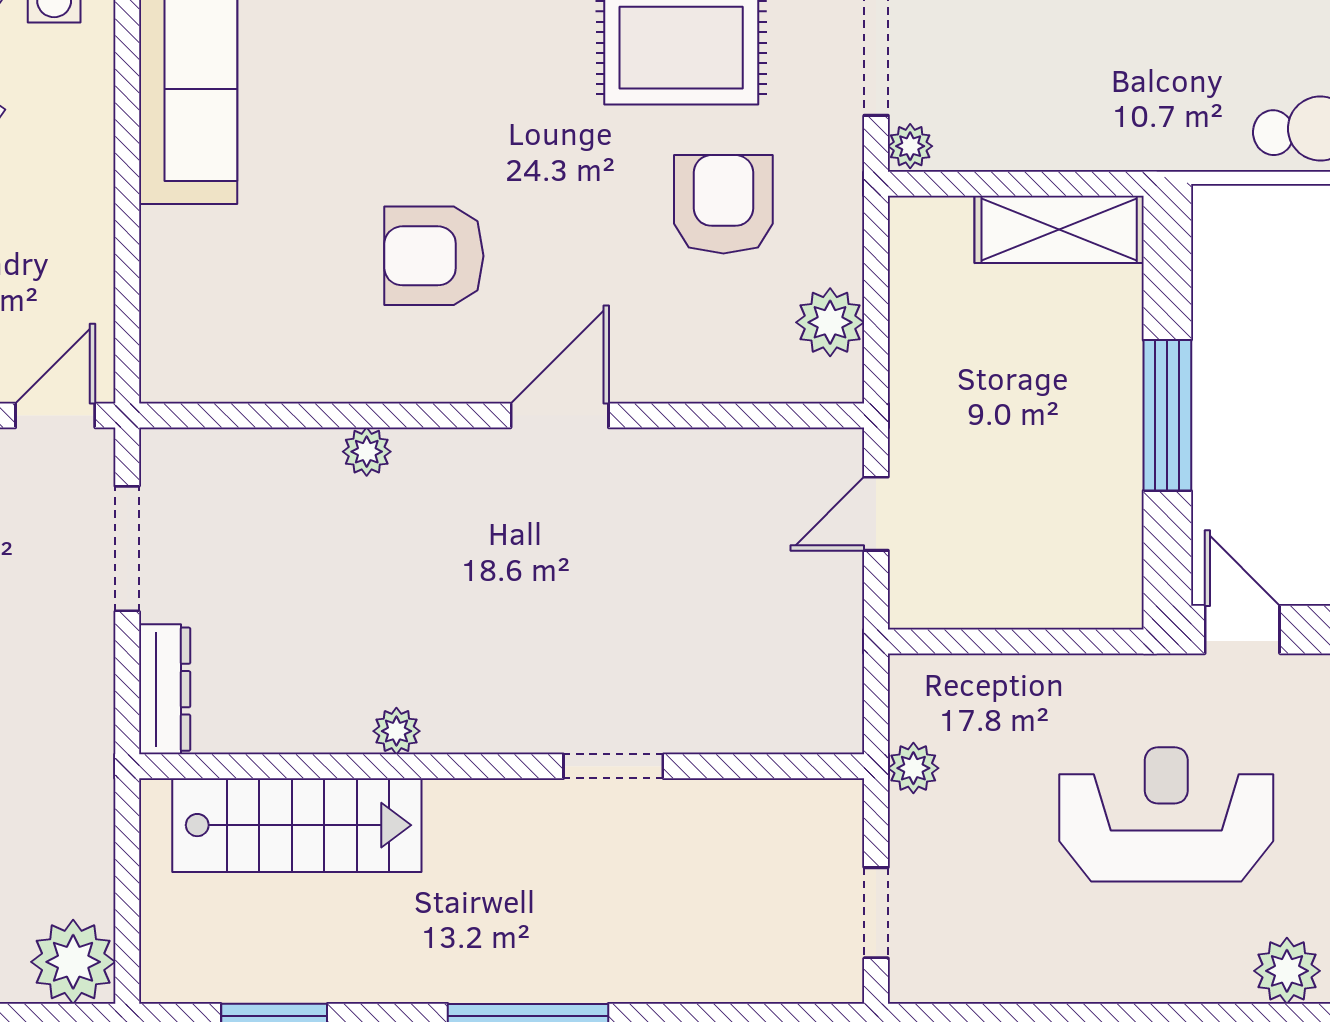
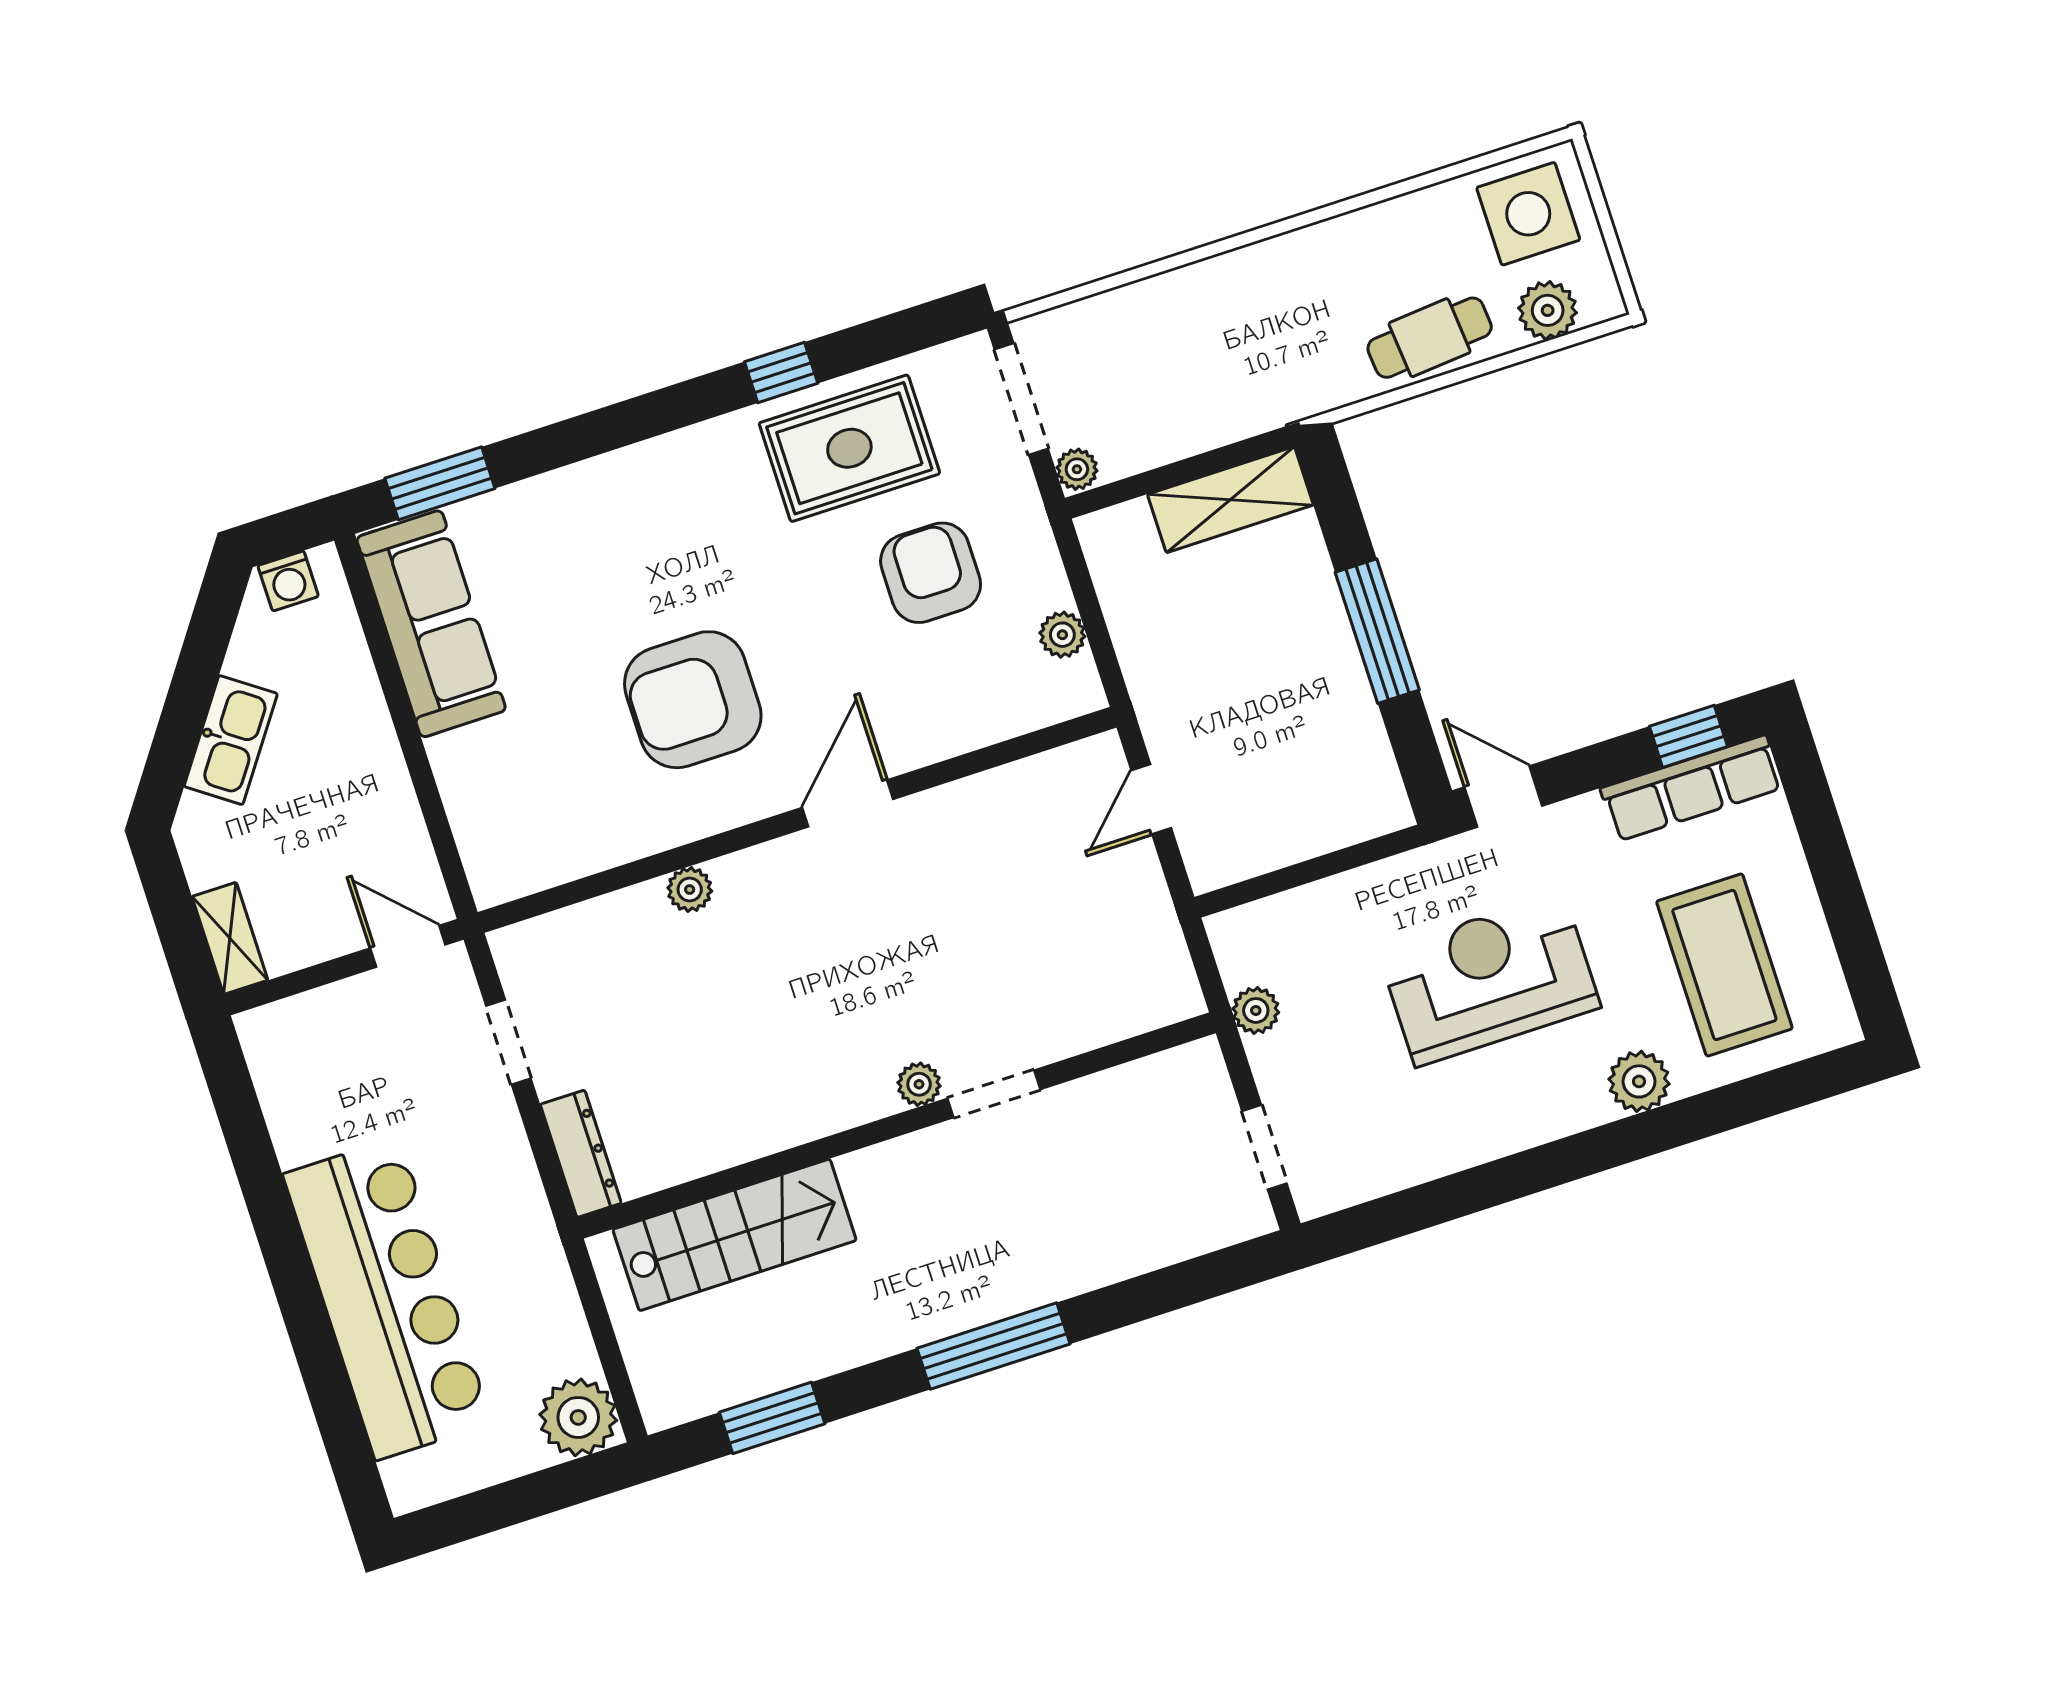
armchair: (434, 256) -> (693, 700), width x1.36, depth x1.36
plant: (830, 322) -> (1062, 635), width x0.73, depth x0.73
door: (55, 416) -> (408, 946), hinge flipped
doorway: (127, 549) -> (508, 1042), width x0.73
plant: (396, 731) -> (919, 1084), moved

